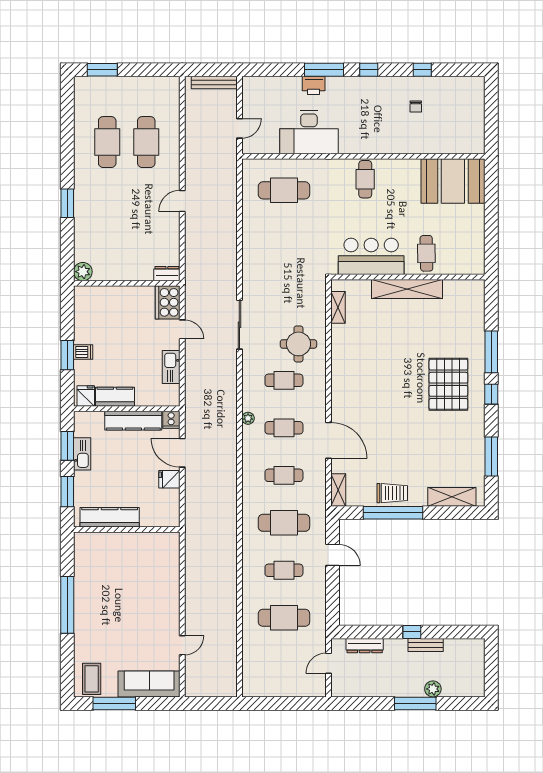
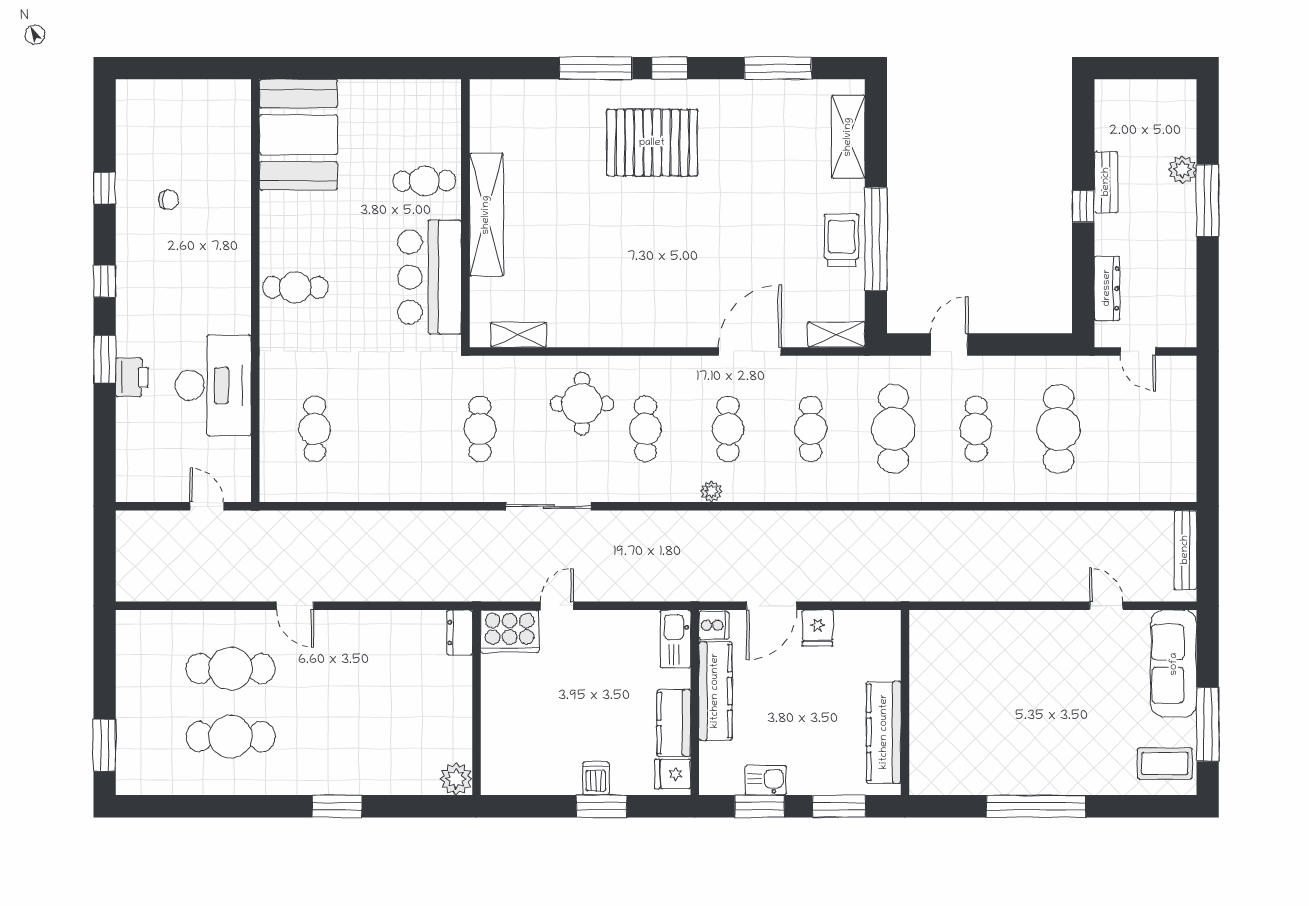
window: (324, 70) -> (105, 359), width x0.69
bench: (214, 82) -> (1185, 550), moved
cafe table: (284, 190) -> (315, 429), width x0.73, depth x0.74
door: (182, 201) -> (295, 606), moved
cafe table: (284, 285) -> (480, 429), added
kitchen sink: (171, 367) -> (675, 639), moved, turned 90
kitchen sink: (82, 454) -> (766, 780), width x0.73

